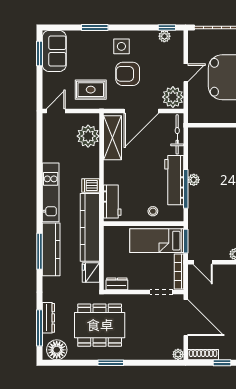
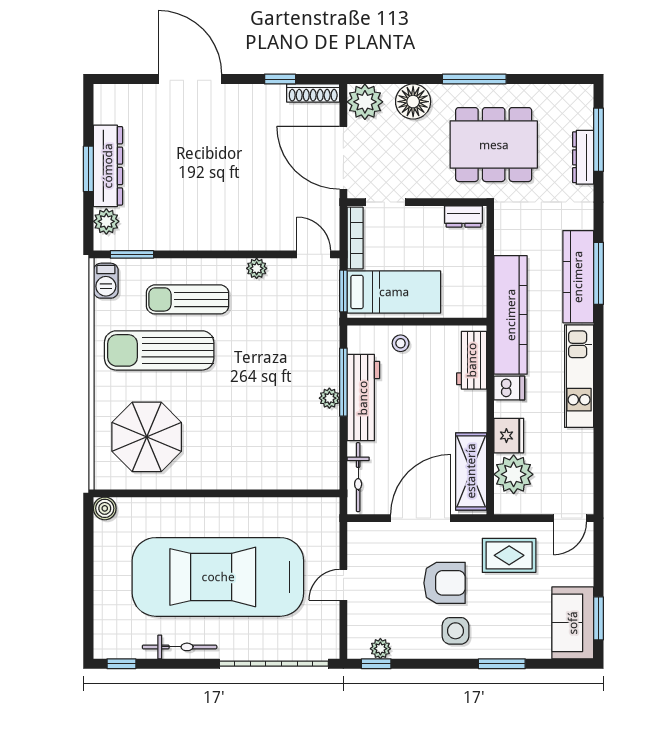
plant: (173, 97) -> (366, 542), removed
fridge: (91, 272) -> (509, 436), moved
floor lamp: (57, 350) -> (413, 102), moved
plant: (178, 354) -> (365, 102), width x1.88, depth x1.88
window: (111, 363) -> (474, 79), width x1.44

